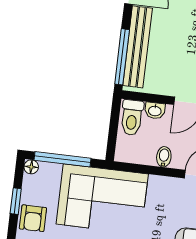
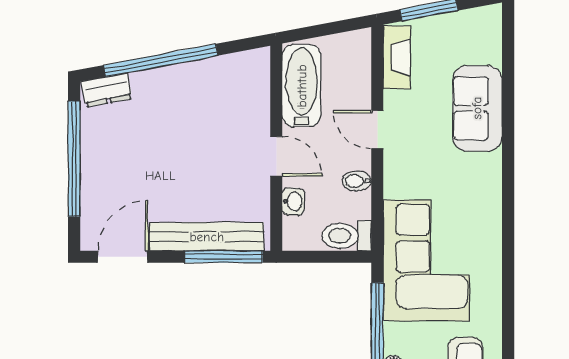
toilet: (132, 118) -> (347, 236), moved, turned 180

